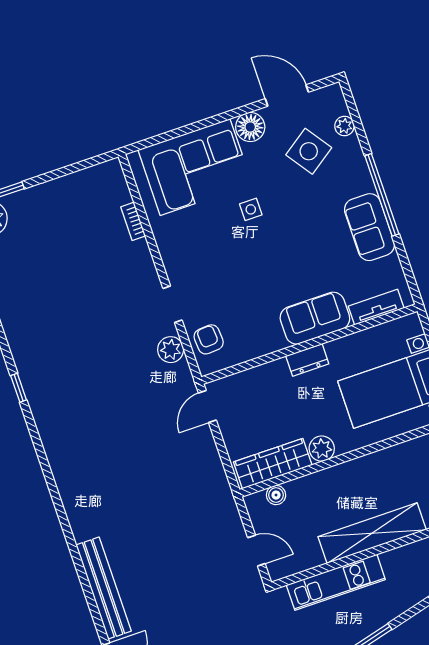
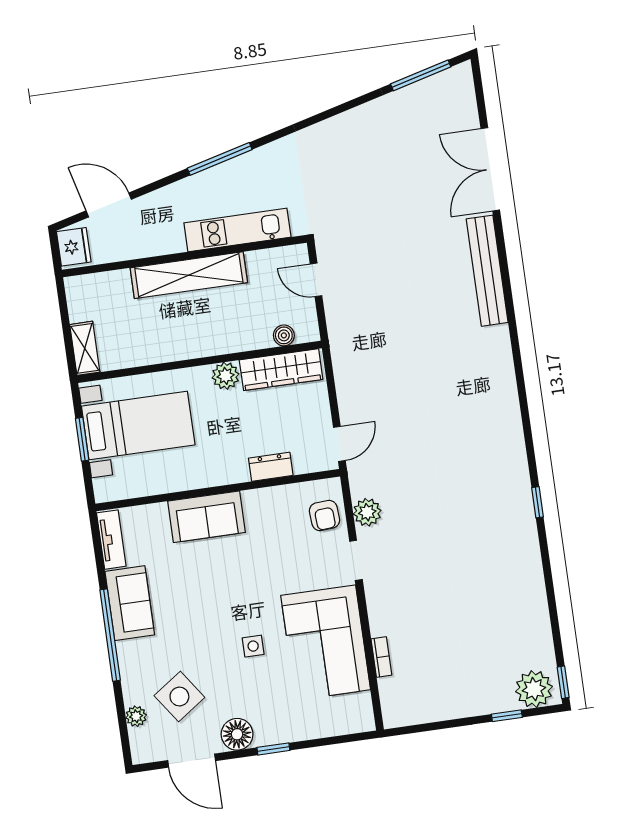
window: (215, 120) -> (273, 749), added
corner sofa: (195, 167) -> (326, 643), moved, turned -90
tv unit: (376, 307) -> (111, 540), moved, turned -90
dresser: (307, 360) -> (271, 467), moved

